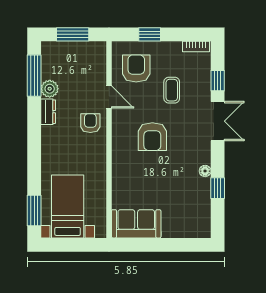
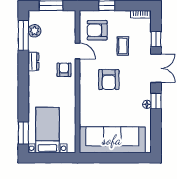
armchair: (136, 68) -> (97, 30), turned -90
plant: (50, 89) -> (35, 31), moved
window: (218, 188) -> (156, 101), moved
sofa: (136, 224) -> (112, 140), width x1.85, depth x1.27

